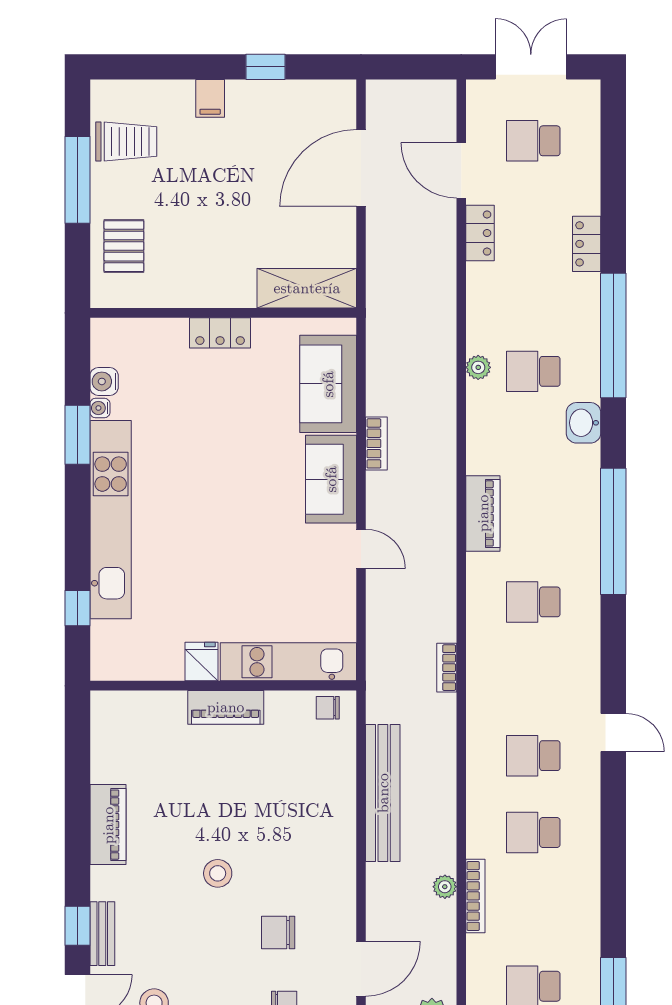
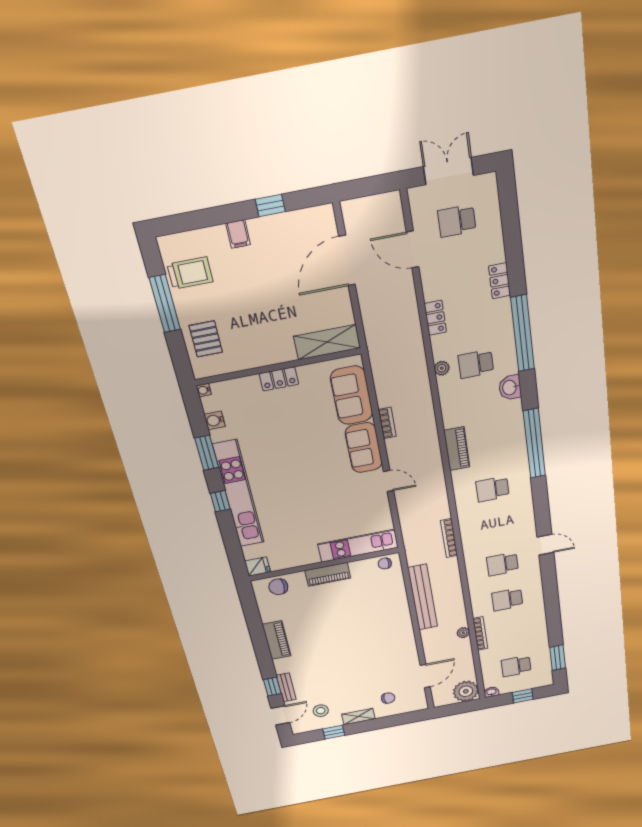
locker: (480, 233) -> (435, 318), moved
water cooler: (100, 408) -> (204, 390), moved
window: (77, 608) -> (220, 501), moved
fridge: (201, 662) -> (258, 567), moved, turned 90
bookcase: (447, 668) -> (449, 538), width x1.56
stool: (218, 873) -> (341, 650), removed
chair: (278, 933) -> (278, 587), moved

